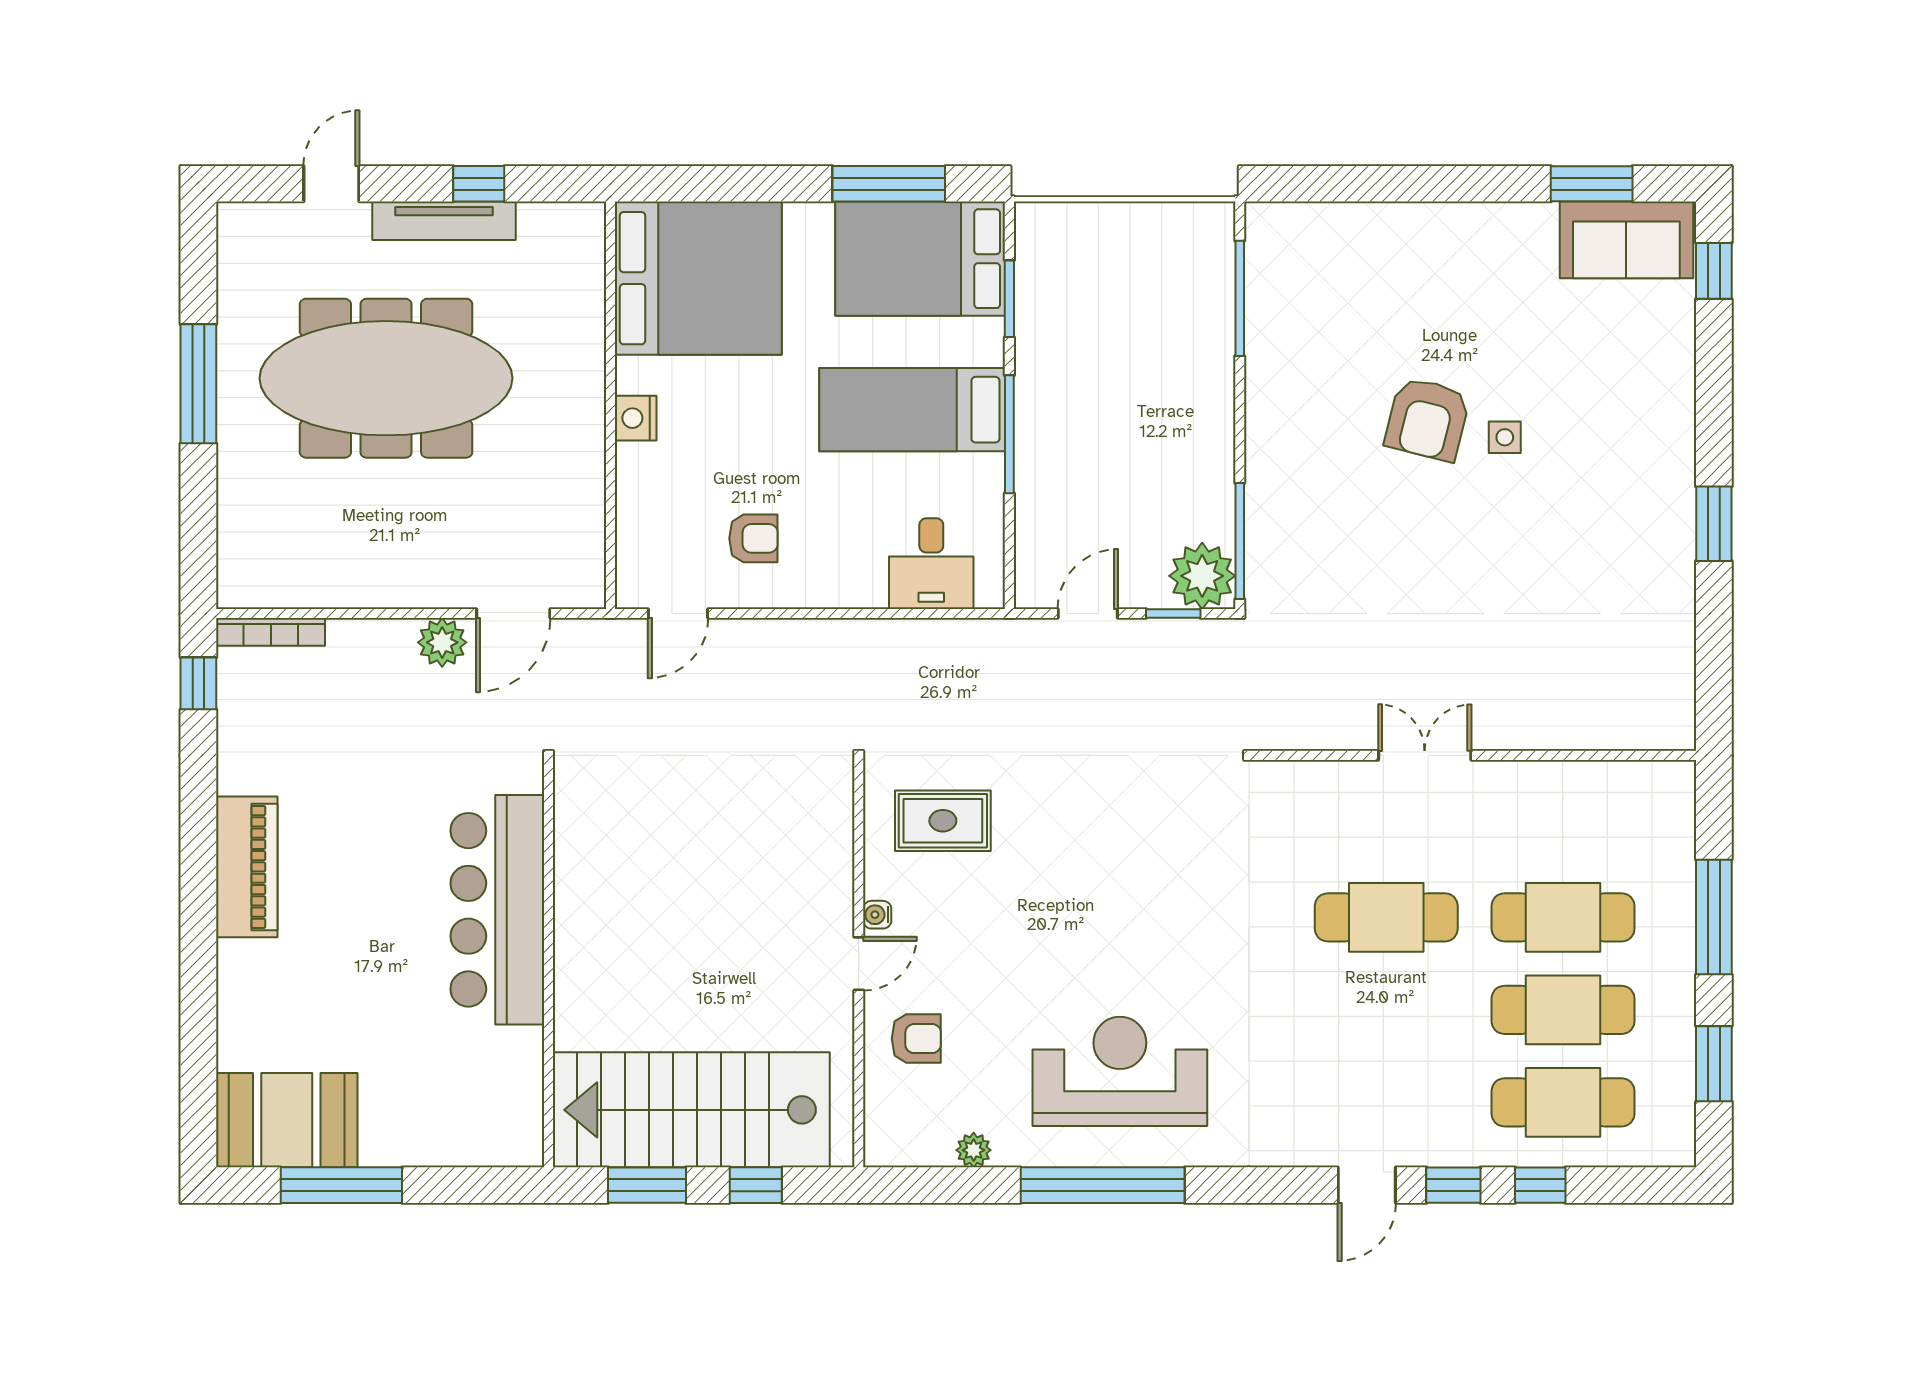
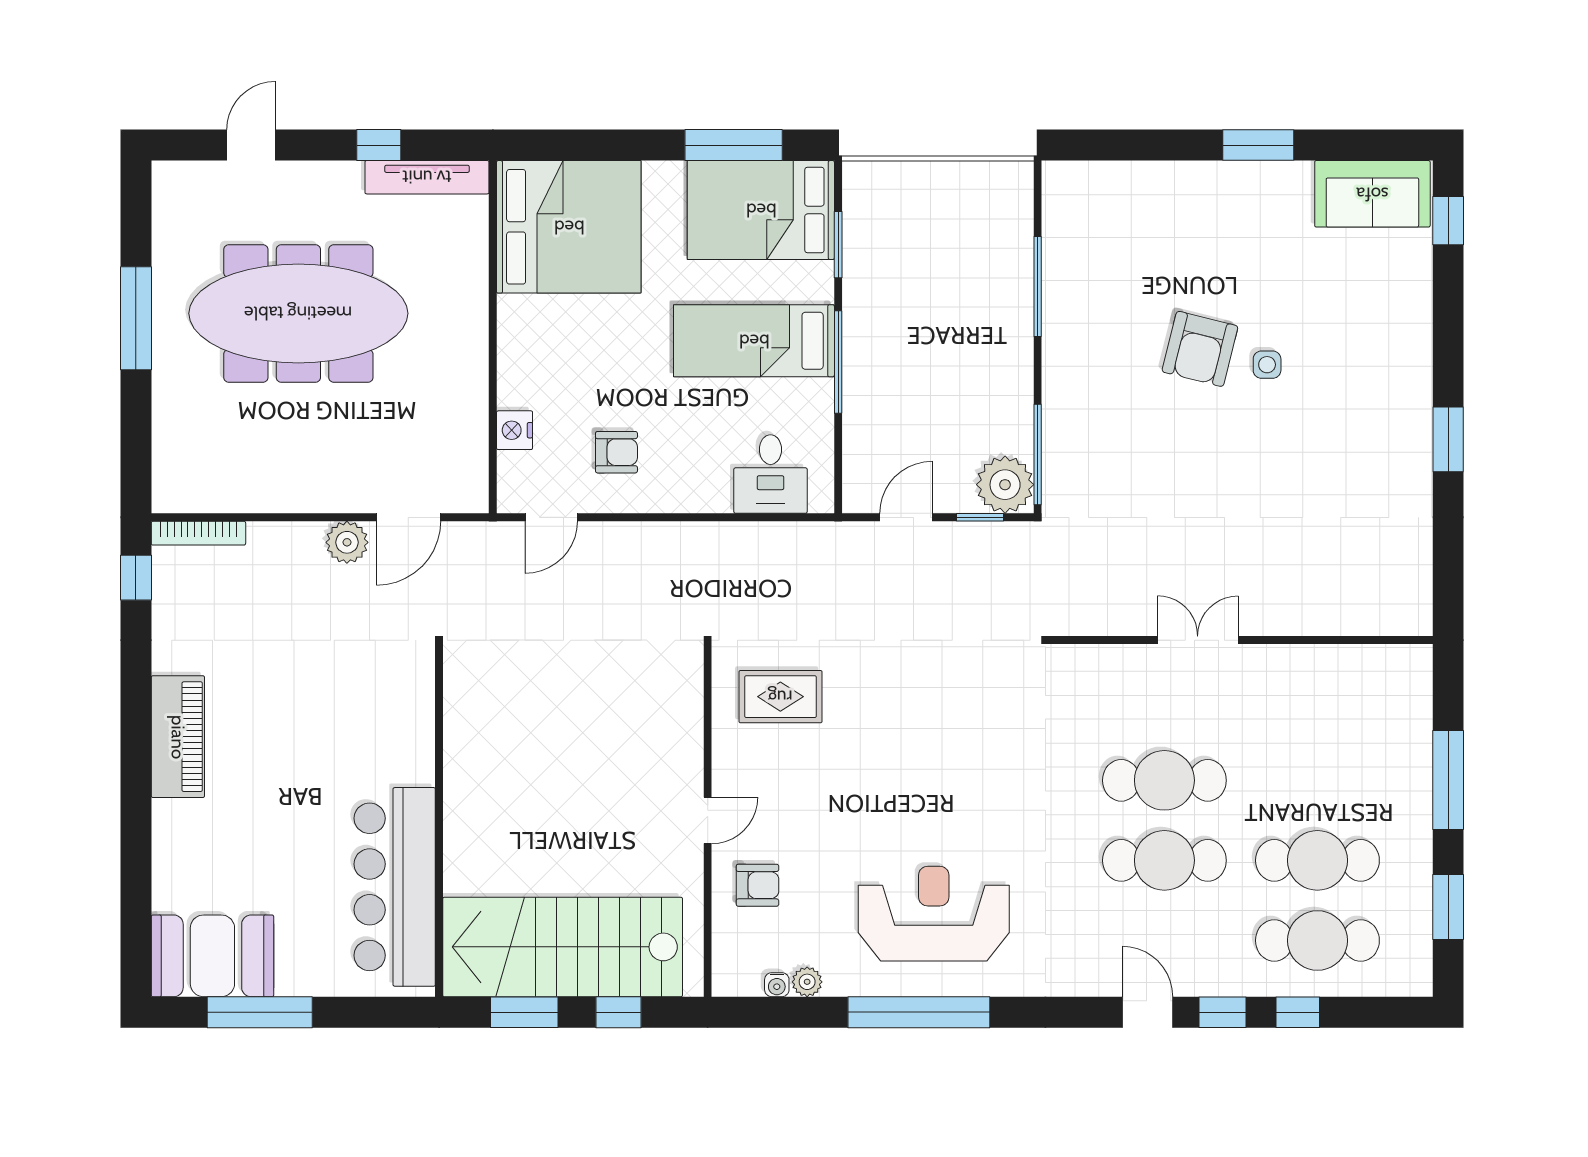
window: (1592, 184) -> (1258, 145), moved
tv unit: (444, 221) -> (427, 177), moved
window: (1240, 298) -> (1038, 287), moved
nightstand: (636, 418) -> (515, 430), moved
bar counter: (497, 910) -> (395, 887), moved
water cooler: (877, 915) -> (777, 985), moved, turned -90
cafe table: (1563, 917) -> (1164, 860), moved
door: (1367, 1185) -> (1148, 1012), swing flipped

